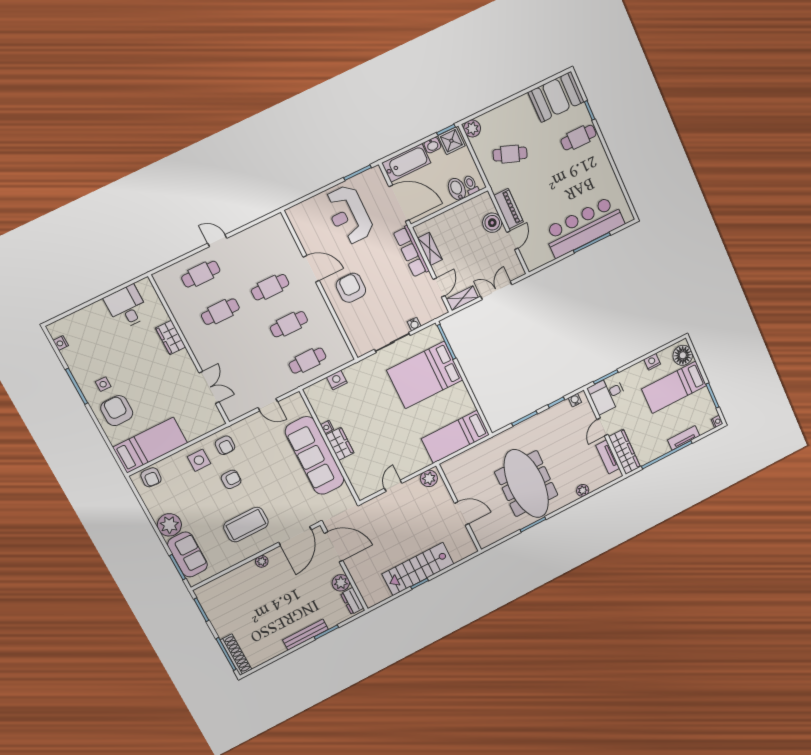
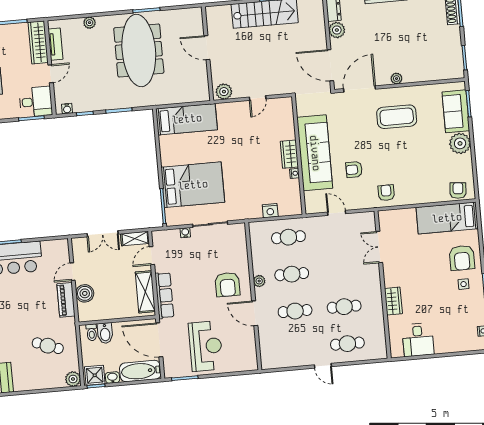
shelving: (430, 249) -> (145, 292), width x1.50, depth x1.33
plant: (320, 304) -> (259, 281), added
side table: (199, 460) -> (413, 189), removed
armchair: (231, 479) -> (354, 169), moved

